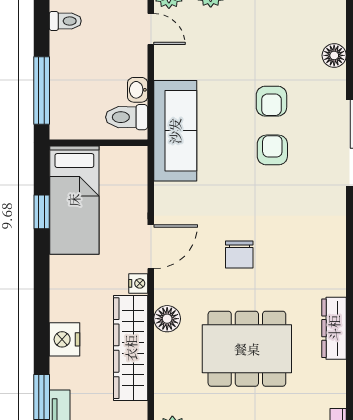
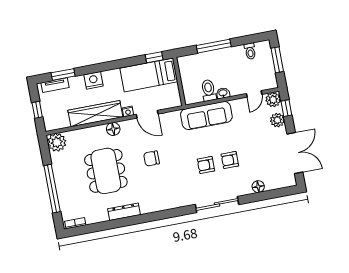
wall: (99, 143) -> (179, 82), moved
armchair: (272, 150) -> (206, 165), turned 180
bed: (74, 200) -> (149, 75), moved

